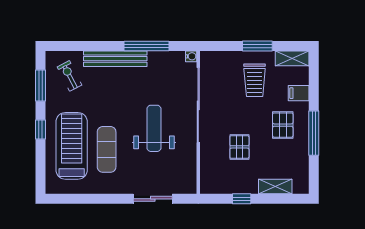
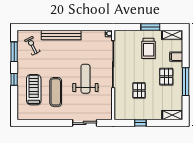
window: (147, 46) -> (81, 27), removed
treadmill: (72, 146) -> (34, 90), width x0.73, depth x0.73
shelving: (275, 186) -> (172, 115), moved

